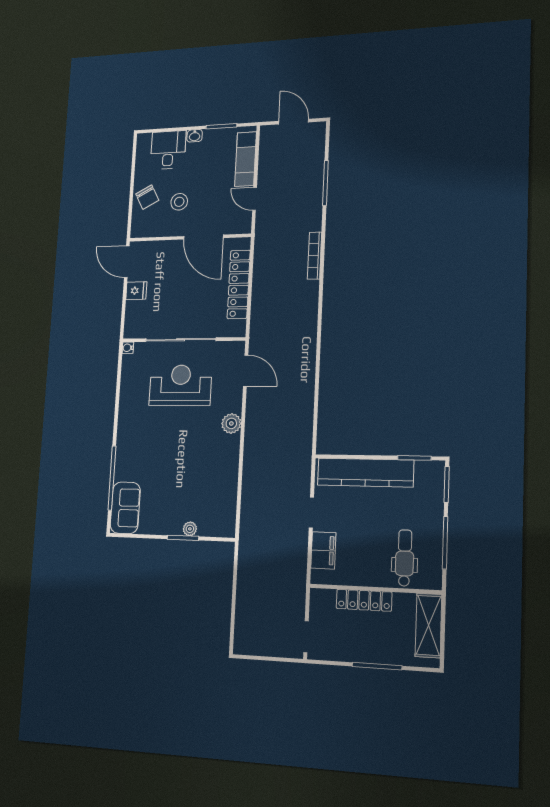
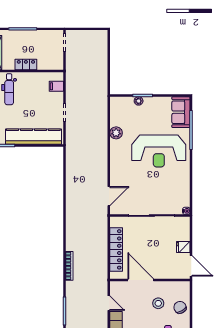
door: (246, 371) -> (109, 196), swing flipped
reception desk: (180, 385) -> (159, 151), moved, width x1.36, depth x1.30
plant: (231, 423) -> (116, 133), moved
filing cabinet: (323, 550) -> (56, 86), width x0.50
locker: (364, 600) -> (26, 65), width x0.66

